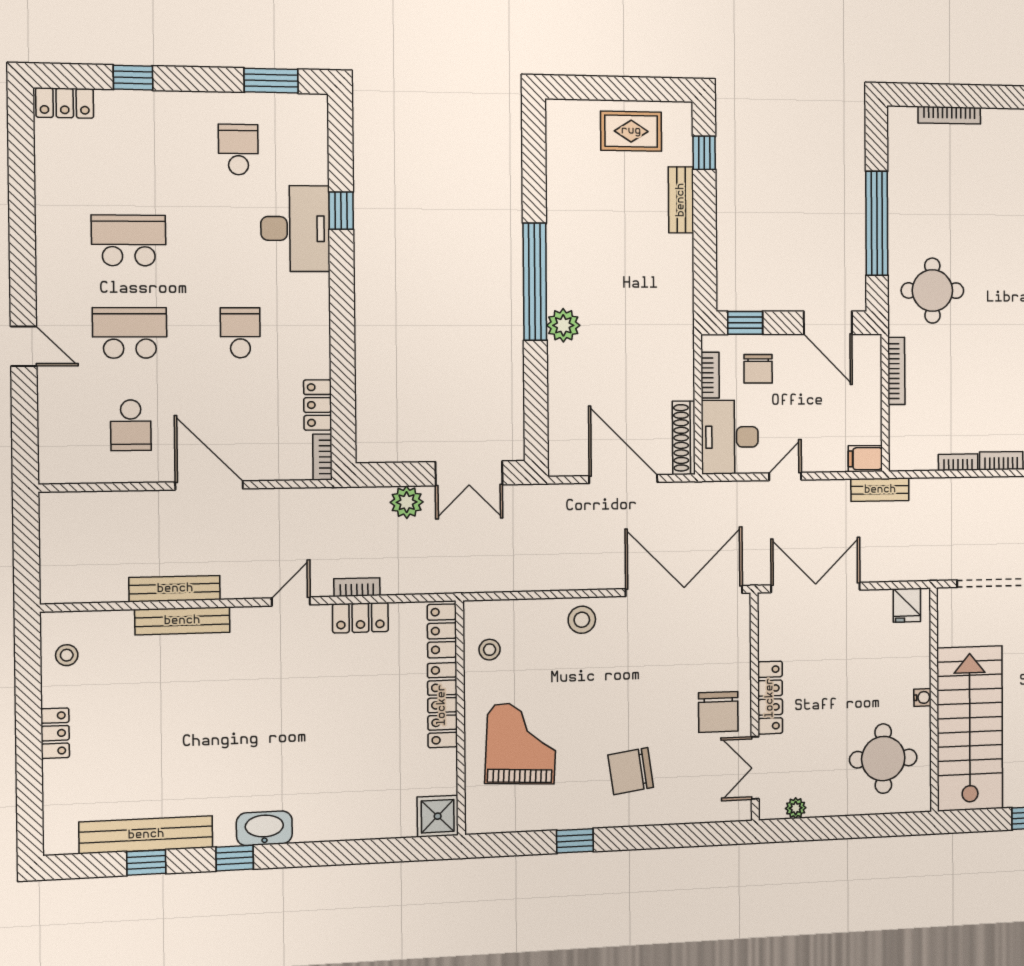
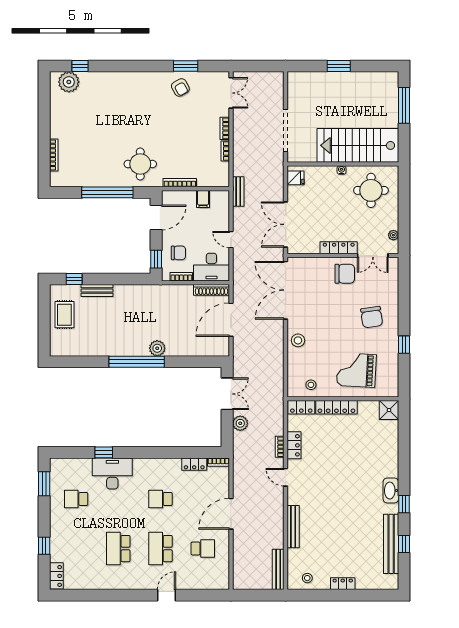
filing cabinet: (865, 459) -> (203, 199), moved
bench: (175, 589) -> (278, 569), moved

